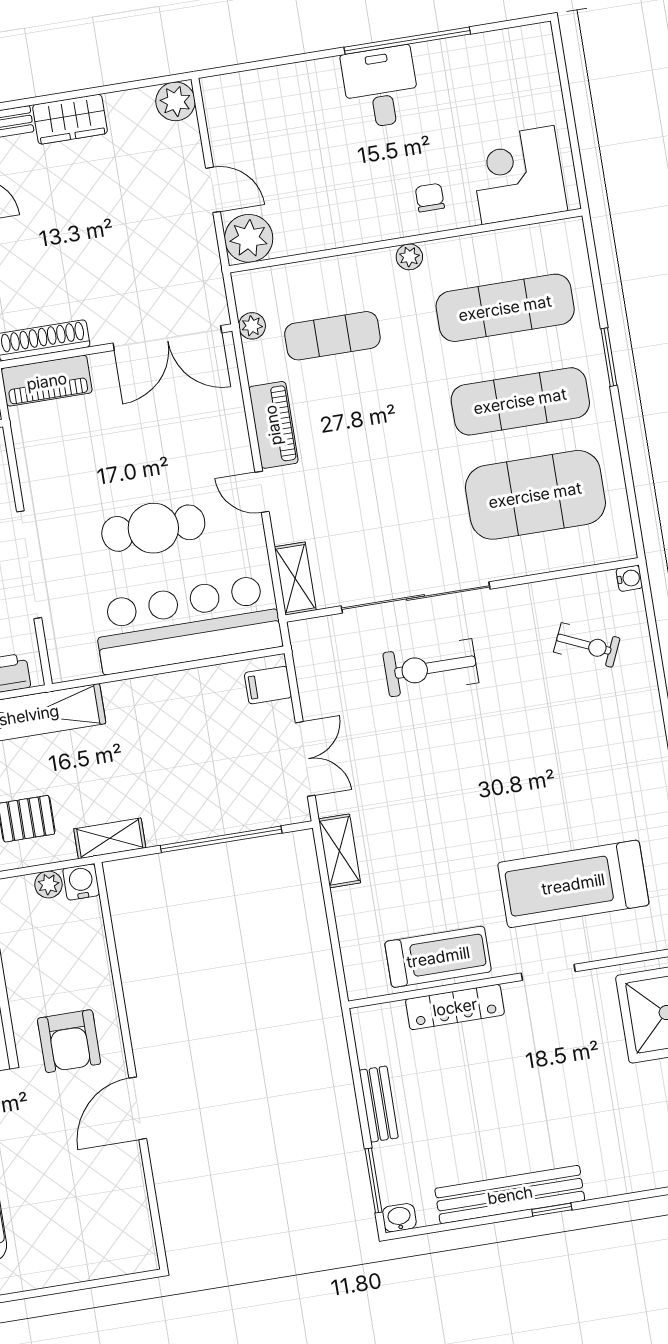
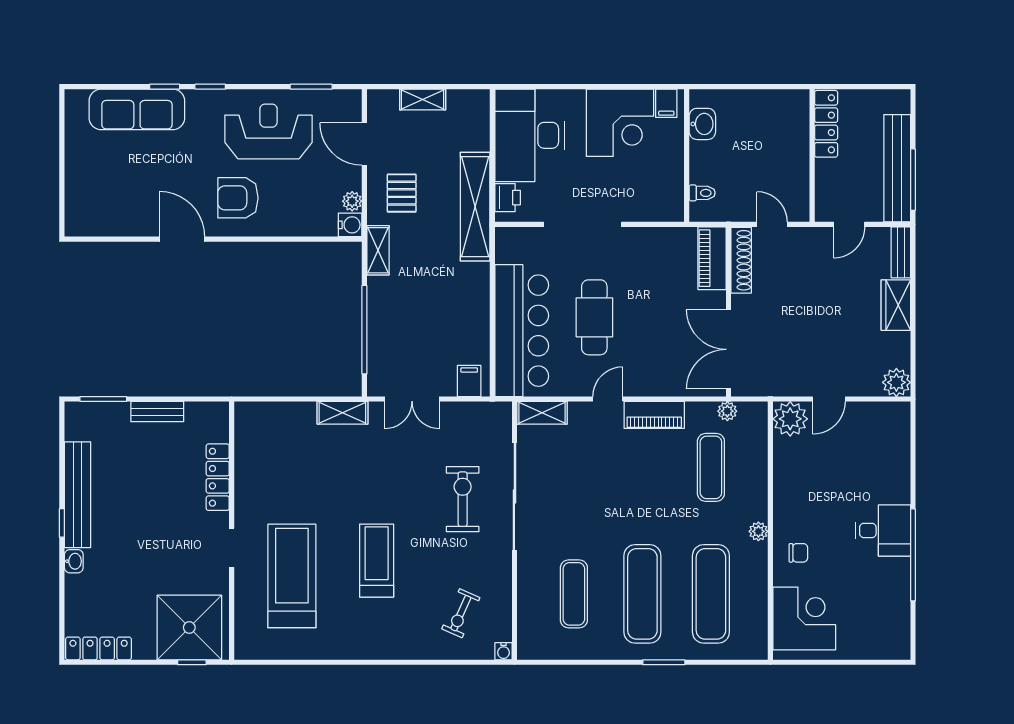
exercise mat: (535, 495) -> (574, 594), width x0.50, depth x0.69
treadmill: (438, 957) -> (377, 561), moved, turned 180
washbasin: (399, 1218) -> (74, 561), moved

